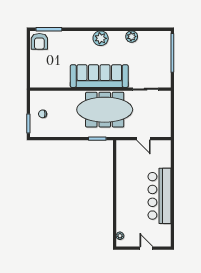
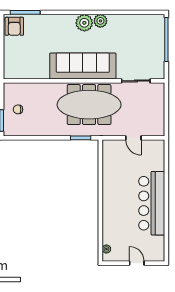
plant: (132, 37) -> (100, 21), moved

